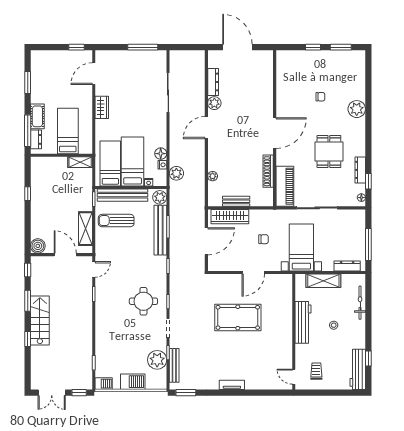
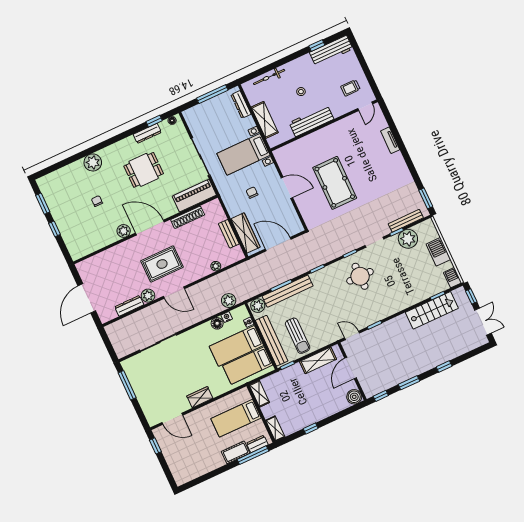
window: (28, 83) -> (209, 476), removed
plant: (282, 108) -> (124, 231), added
rug: (237, 129) -> (162, 264), added
shelving: (42, 162) -> (275, 429), added
stairs: (40, 320) -> (432, 310), moved, turned 180
tv unit: (232, 385) -> (390, 140), moved

